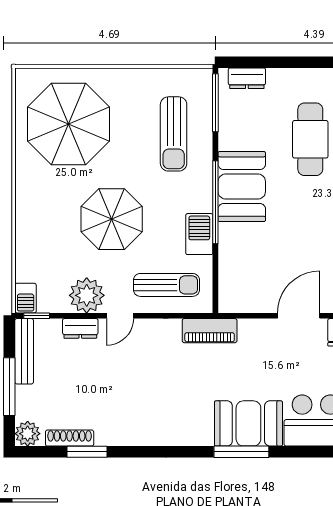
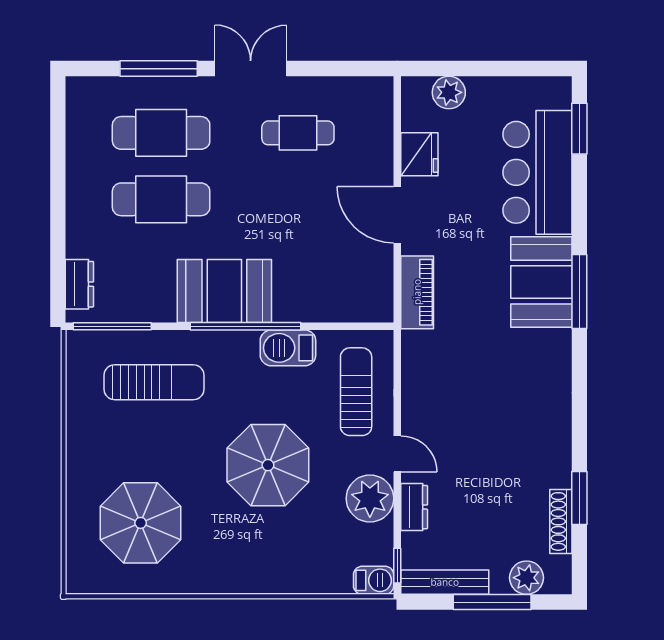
parasol: (68, 124) -> (141, 523), width x0.73, depth x0.73
piano: (210, 331) -> (417, 292), moved
plant: (28, 434) -> (527, 578), moved

